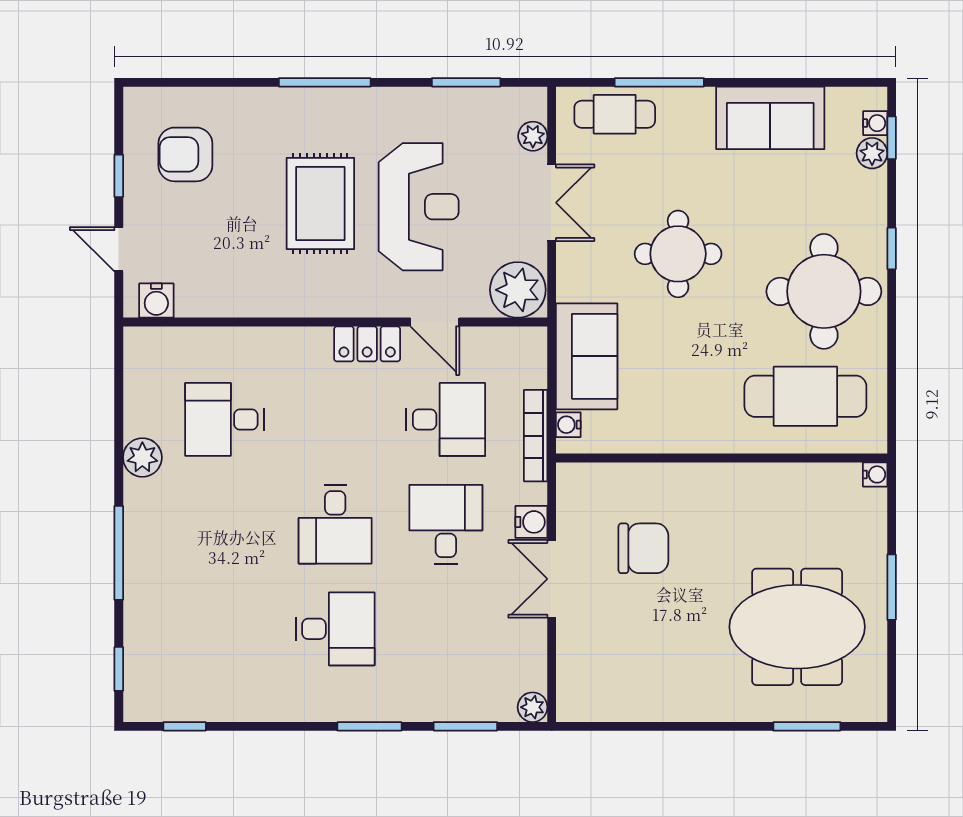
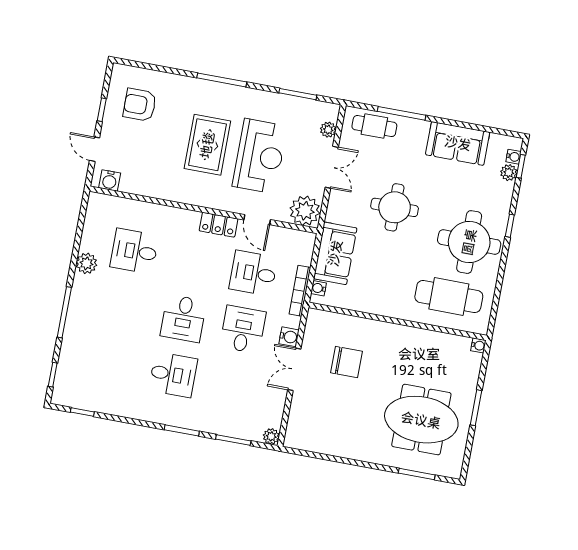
desk: (446, 419) -> (253, 273), turned 180

